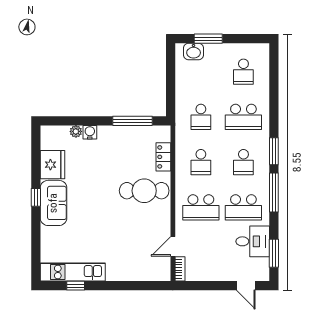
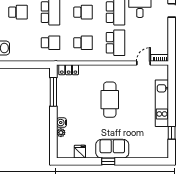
locker: (163, 157) -> (69, 70), moved
fridge: (52, 165) -> (80, 152), width x0.53, depth x0.75
cafe table: (144, 191) -> (110, 100), moved
door: (173, 246) -> (143, 63), swing flipped
kitchen unit: (73, 272) -> (162, 103), moved

